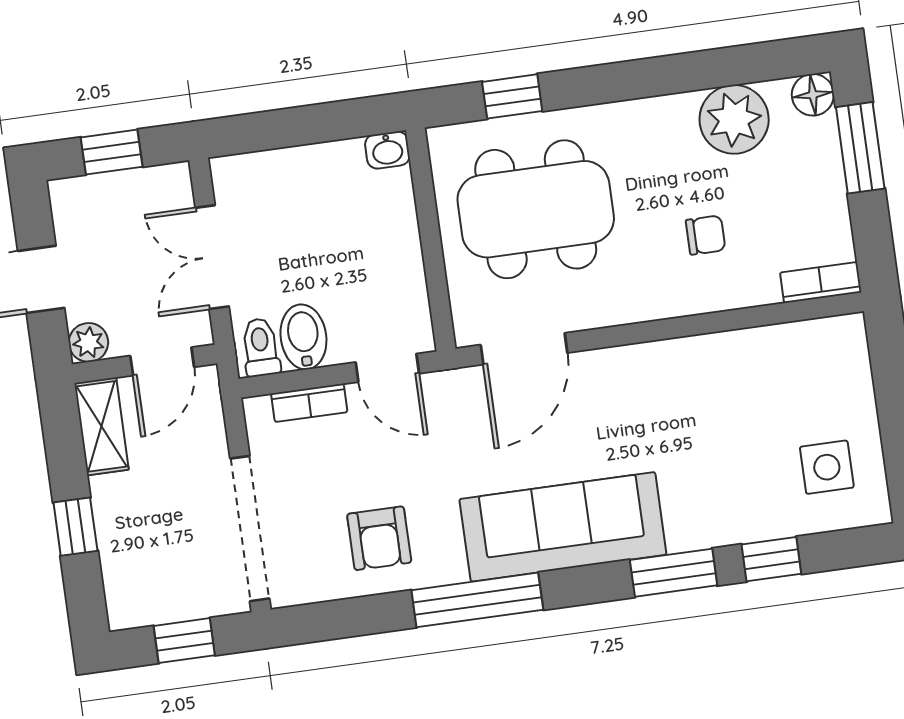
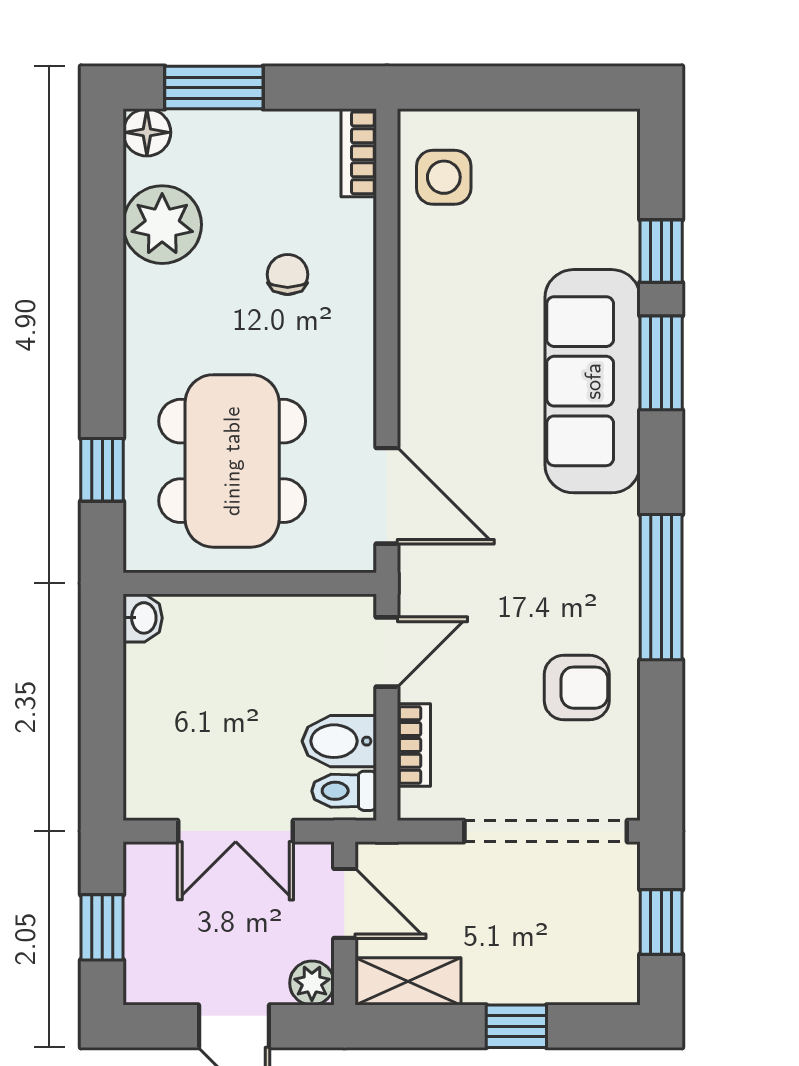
side table: (827, 467) -> (444, 177), moved
sofa: (563, 527) -> (593, 381), moved

